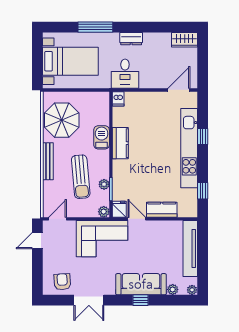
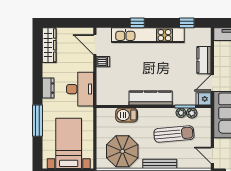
wardrobe: (185, 40) -> (49, 45), width x1.50
desk: (125, 74) -> (80, 89), width x1.37
dishwasher: (118, 99) -> (103, 62), moved
barbecue: (102, 137) -> (127, 115), moved
kitchen counter: (120, 143) -> (151, 98), width x1.50
plant: (104, 212) -> (192, 113), moved

